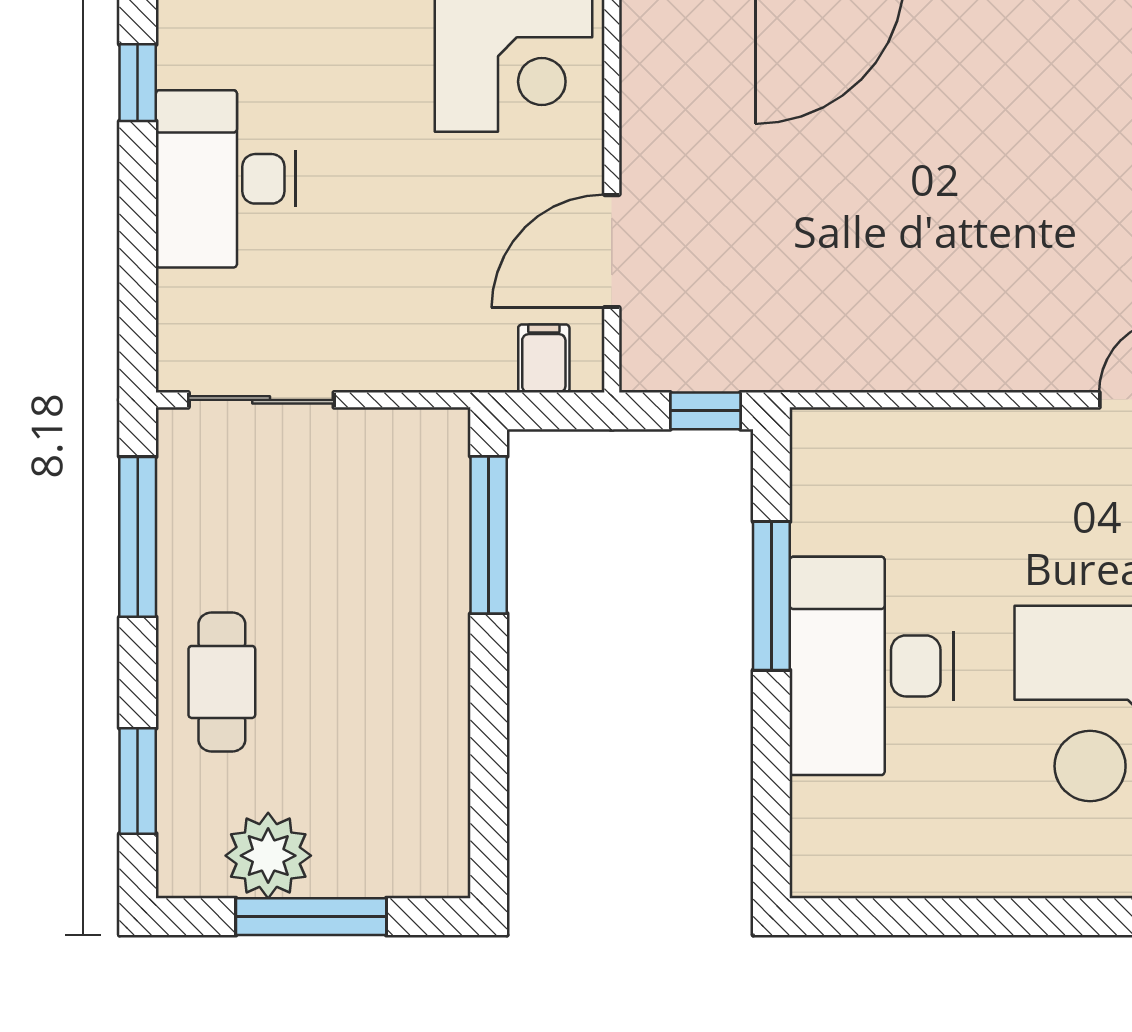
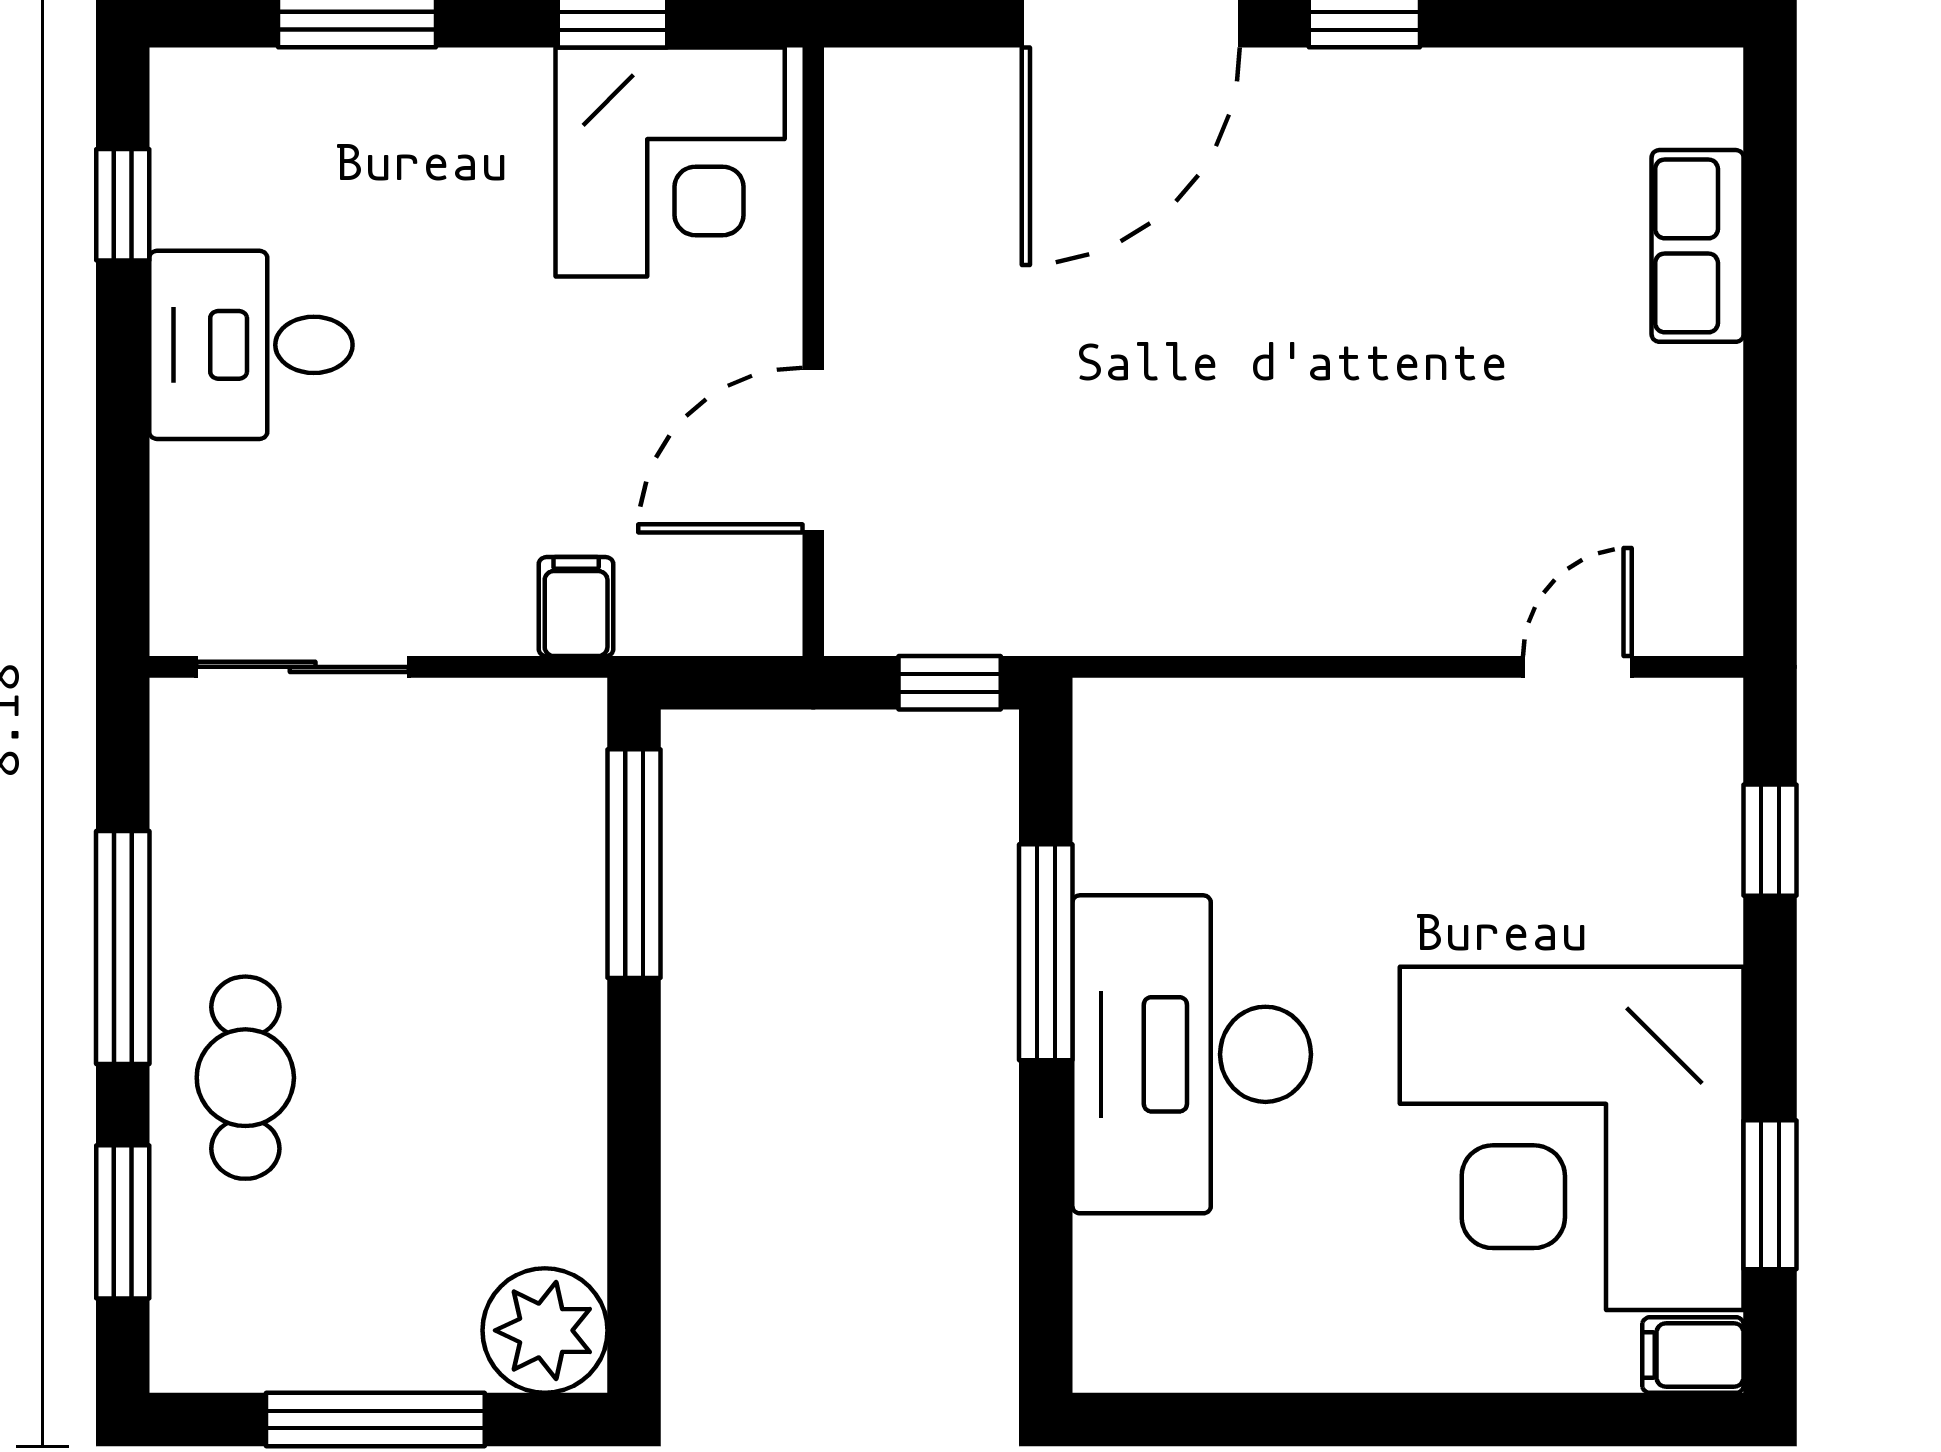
desk: (226, 179) -> (251, 345), width x0.73
filing cabinet: (544, 359) -> (576, 607), moved
window: (138, 537) -> (123, 948), moved
plant: (268, 856) -> (545, 1330), moved

